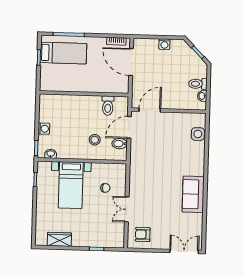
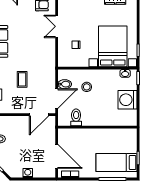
washing machine: (44, 129) -> (127, 100), width x1.89, depth x1.89
coffee table: (168, 151) -> (22, 79), added
bed with nightstands: (71, 185) -> (113, 46), width x1.36
double door: (127, 209) -> (57, 26), swing flipped

